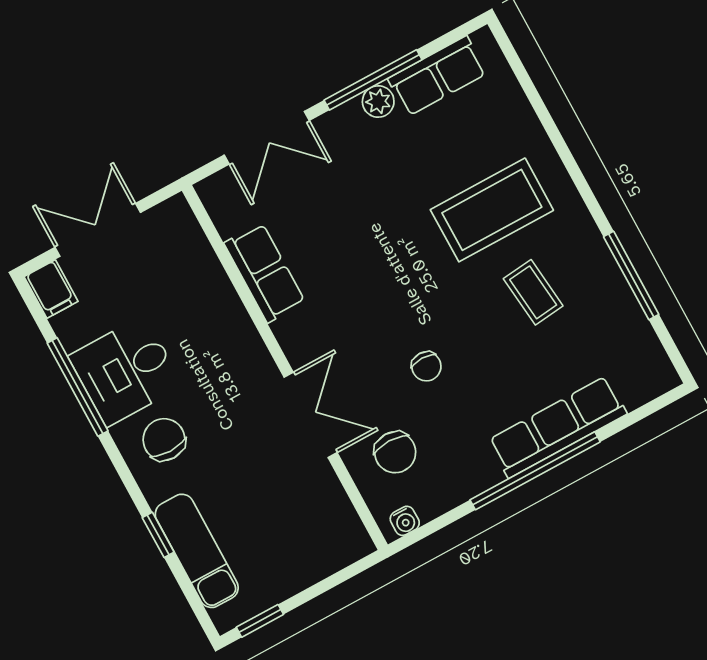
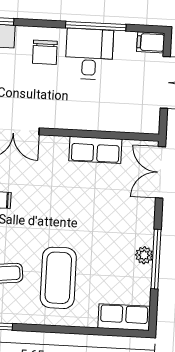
row of seats: (437, 76) -> (124, 317), moved, turned 90
double door: (267, 138) -> (161, 172), moved
chair: (164, 440) -> (45, 52), turned 90

